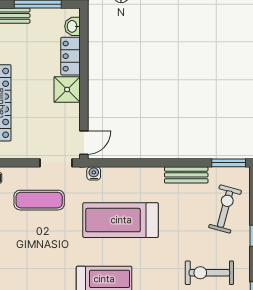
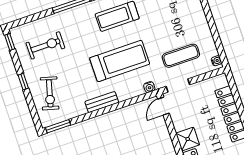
bench: (186, 175) -> (102, 102), moved

